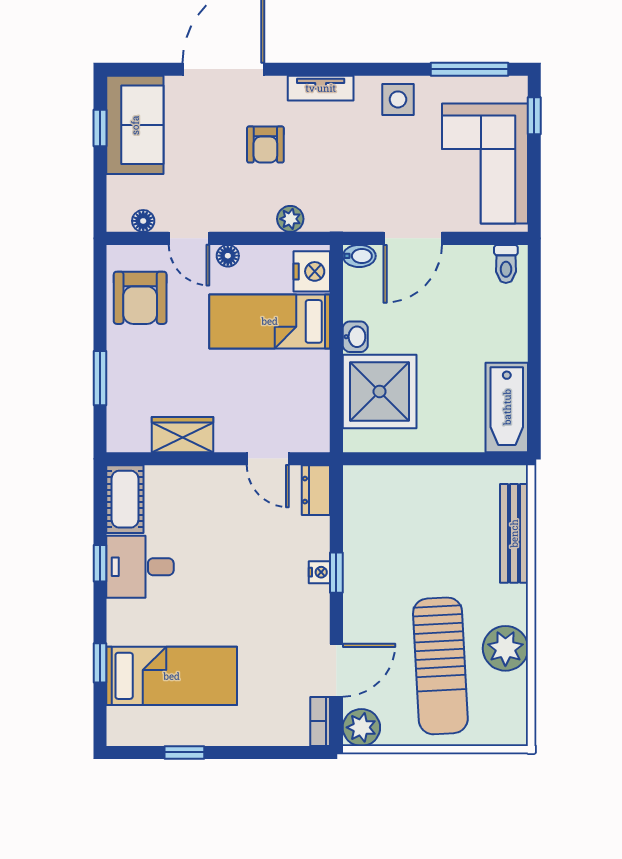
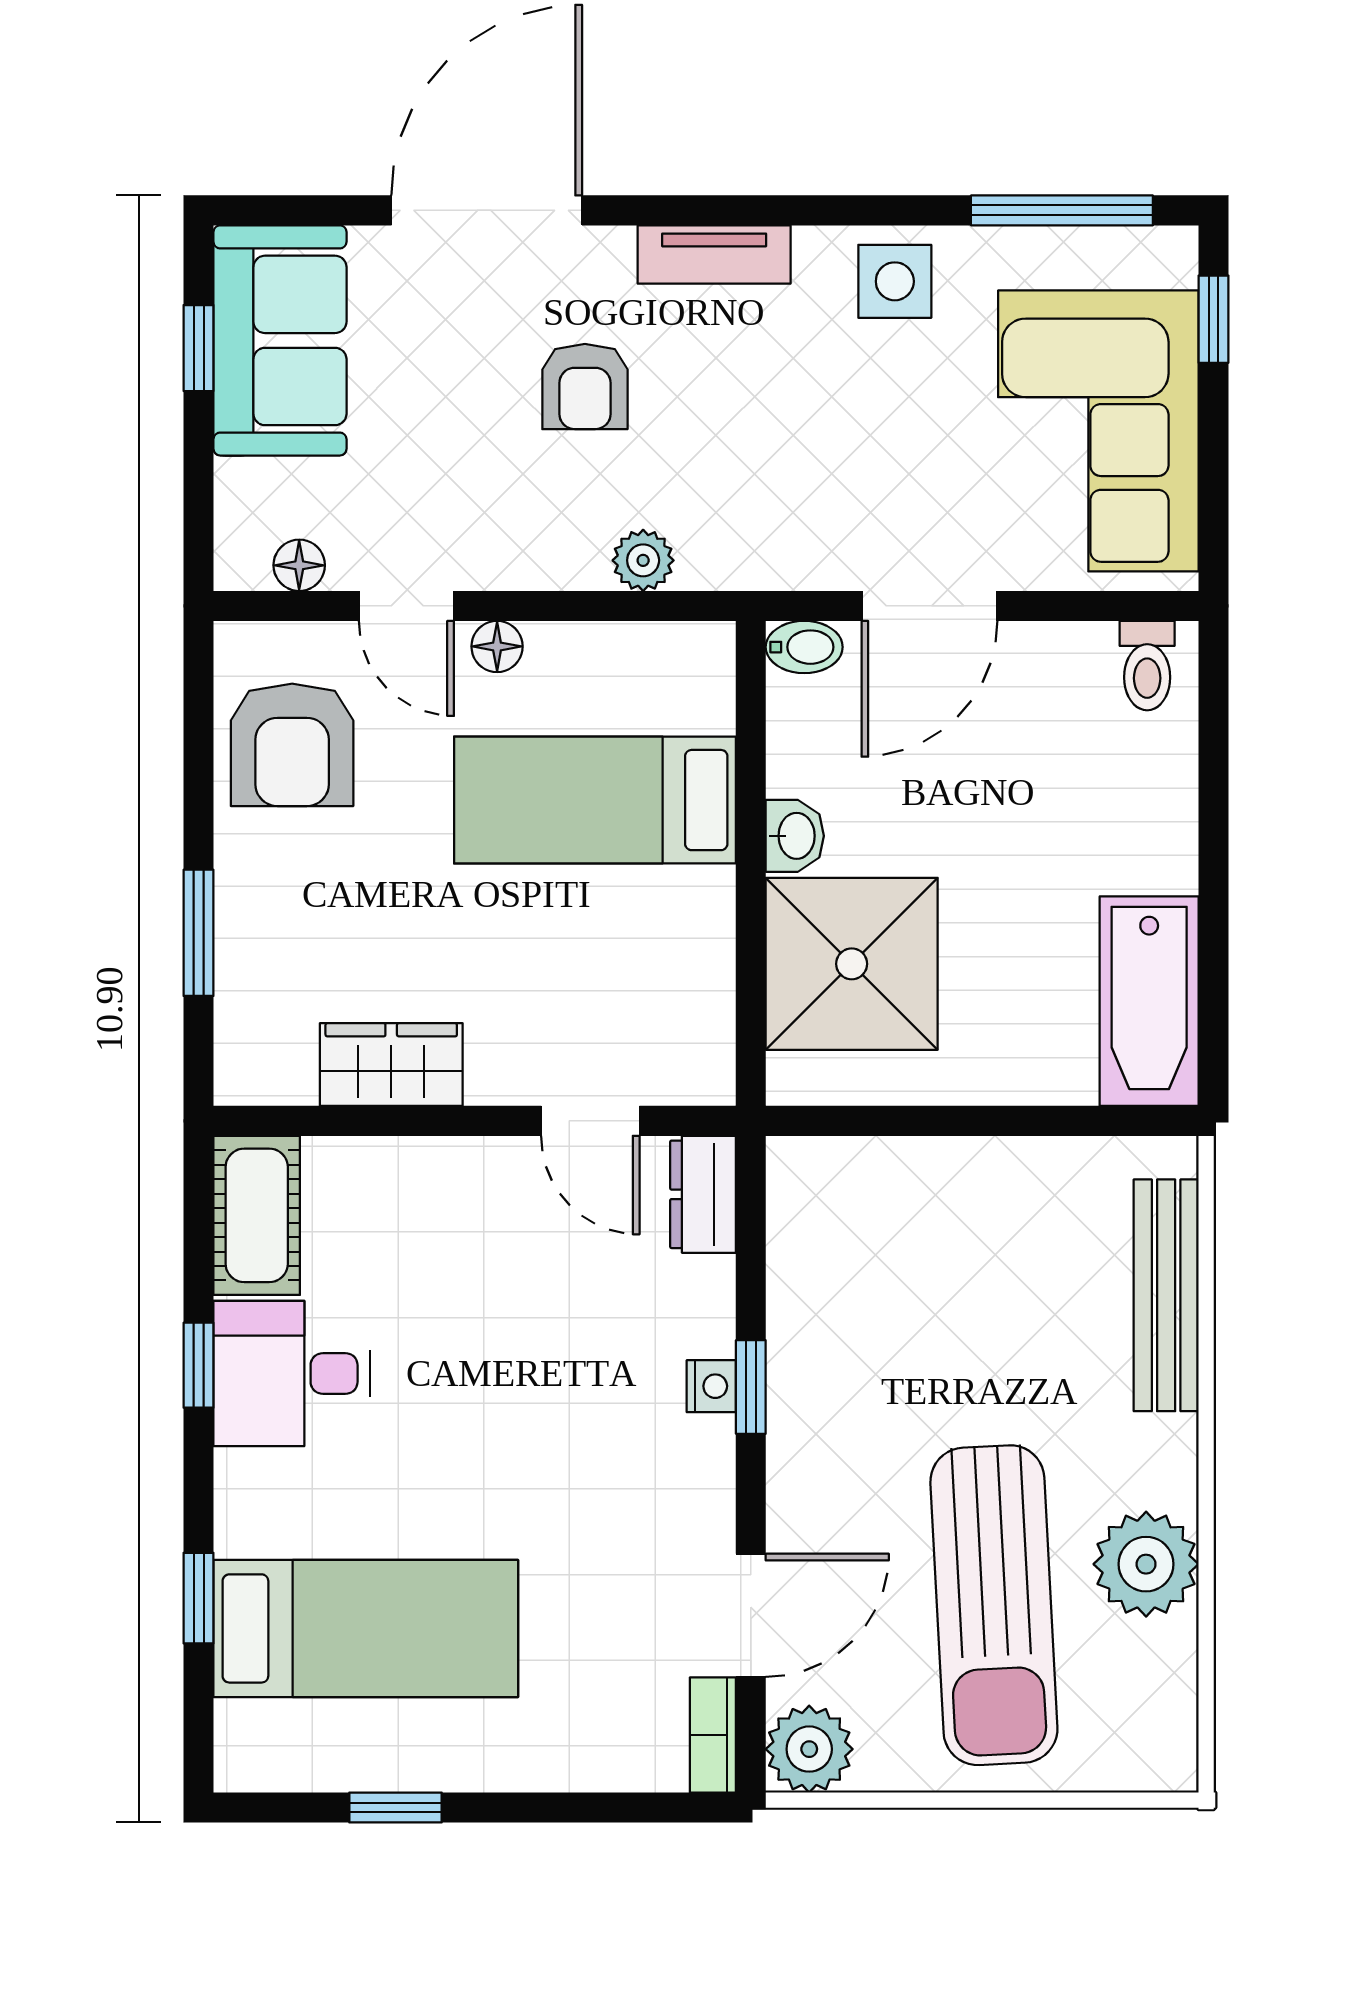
nightstand: (312, 271) -> (693, 683), removed

